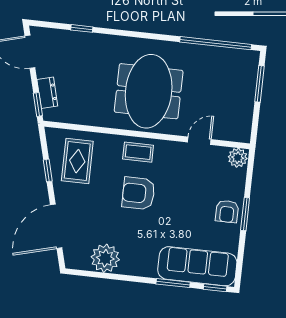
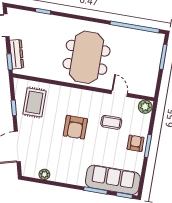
dresser: (47, 93) -> (17, 54), width x1.44
door: (199, 141) -> (119, 93), hinge flipped
coffee table: (138, 152) -> (111, 122), moved
armchair: (138, 193) -> (75, 127), turned -90
armchair: (227, 211) -> (136, 143), turned 180
plant: (105, 258) -> (44, 174), width x0.53, depth x0.53

